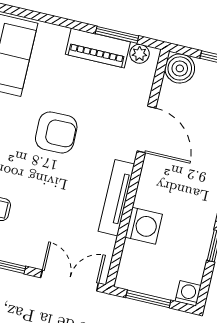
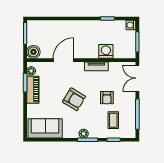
armchair: (56, 132) -> (74, 99), turned 122
tv unit: (116, 198) -> (96, 66), width x0.71
armchair: (43, 204) -> (107, 98), added

